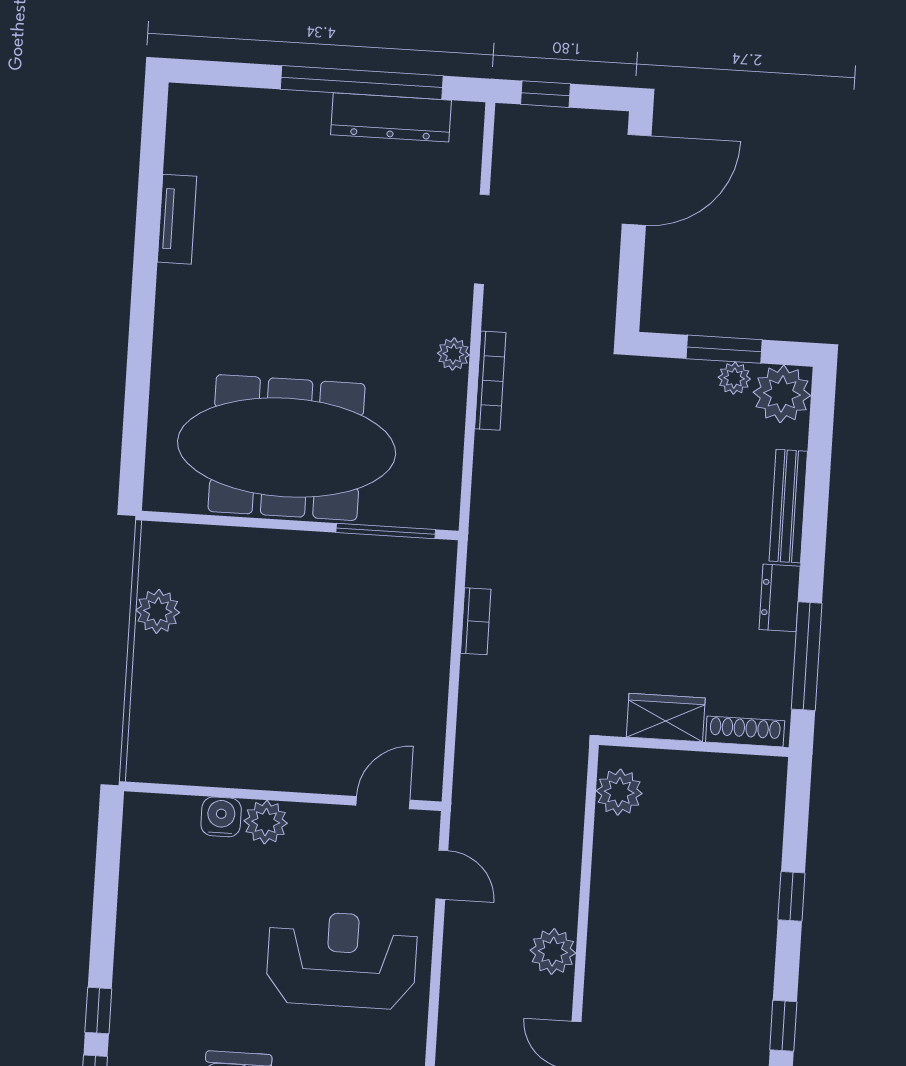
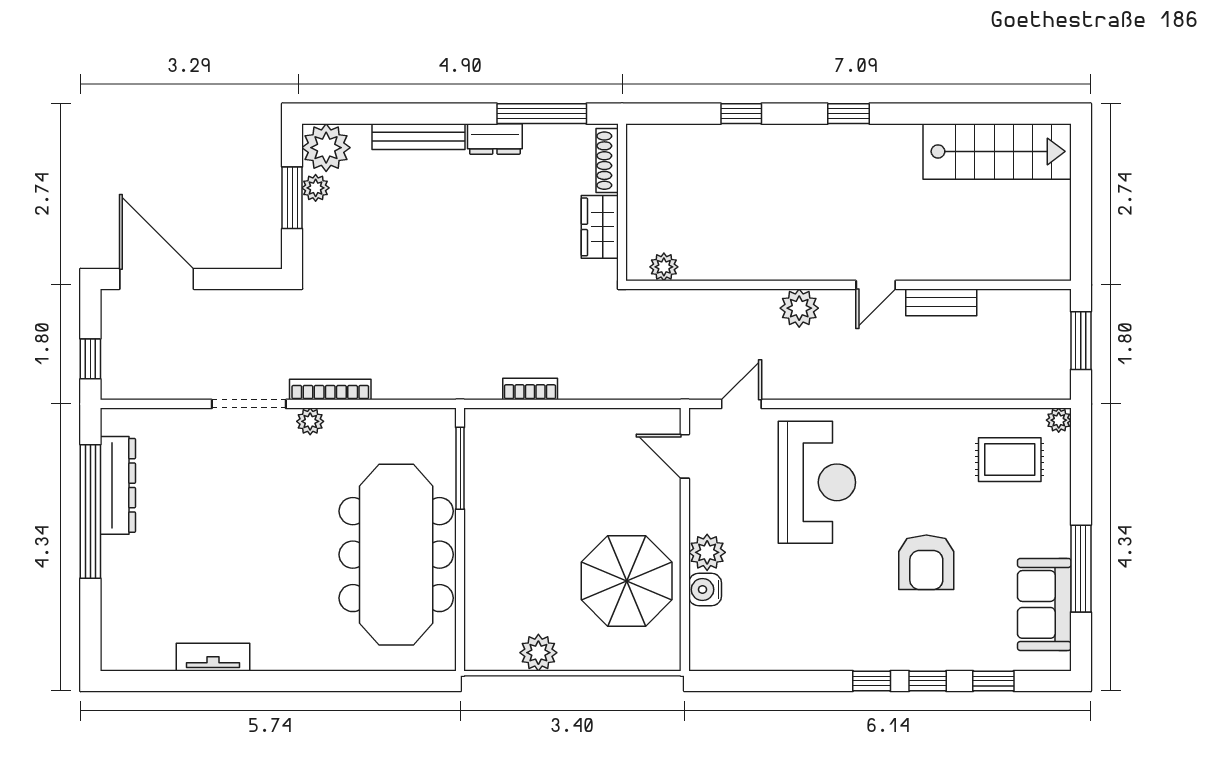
doorway: (482, 239) -> (249, 404), moved
parasol: (237, 723) -> (627, 581), added
plant: (619, 792) -> (664, 267), width x0.73, depth x0.73
reception desk: (342, 960) -> (817, 482), turned 180

